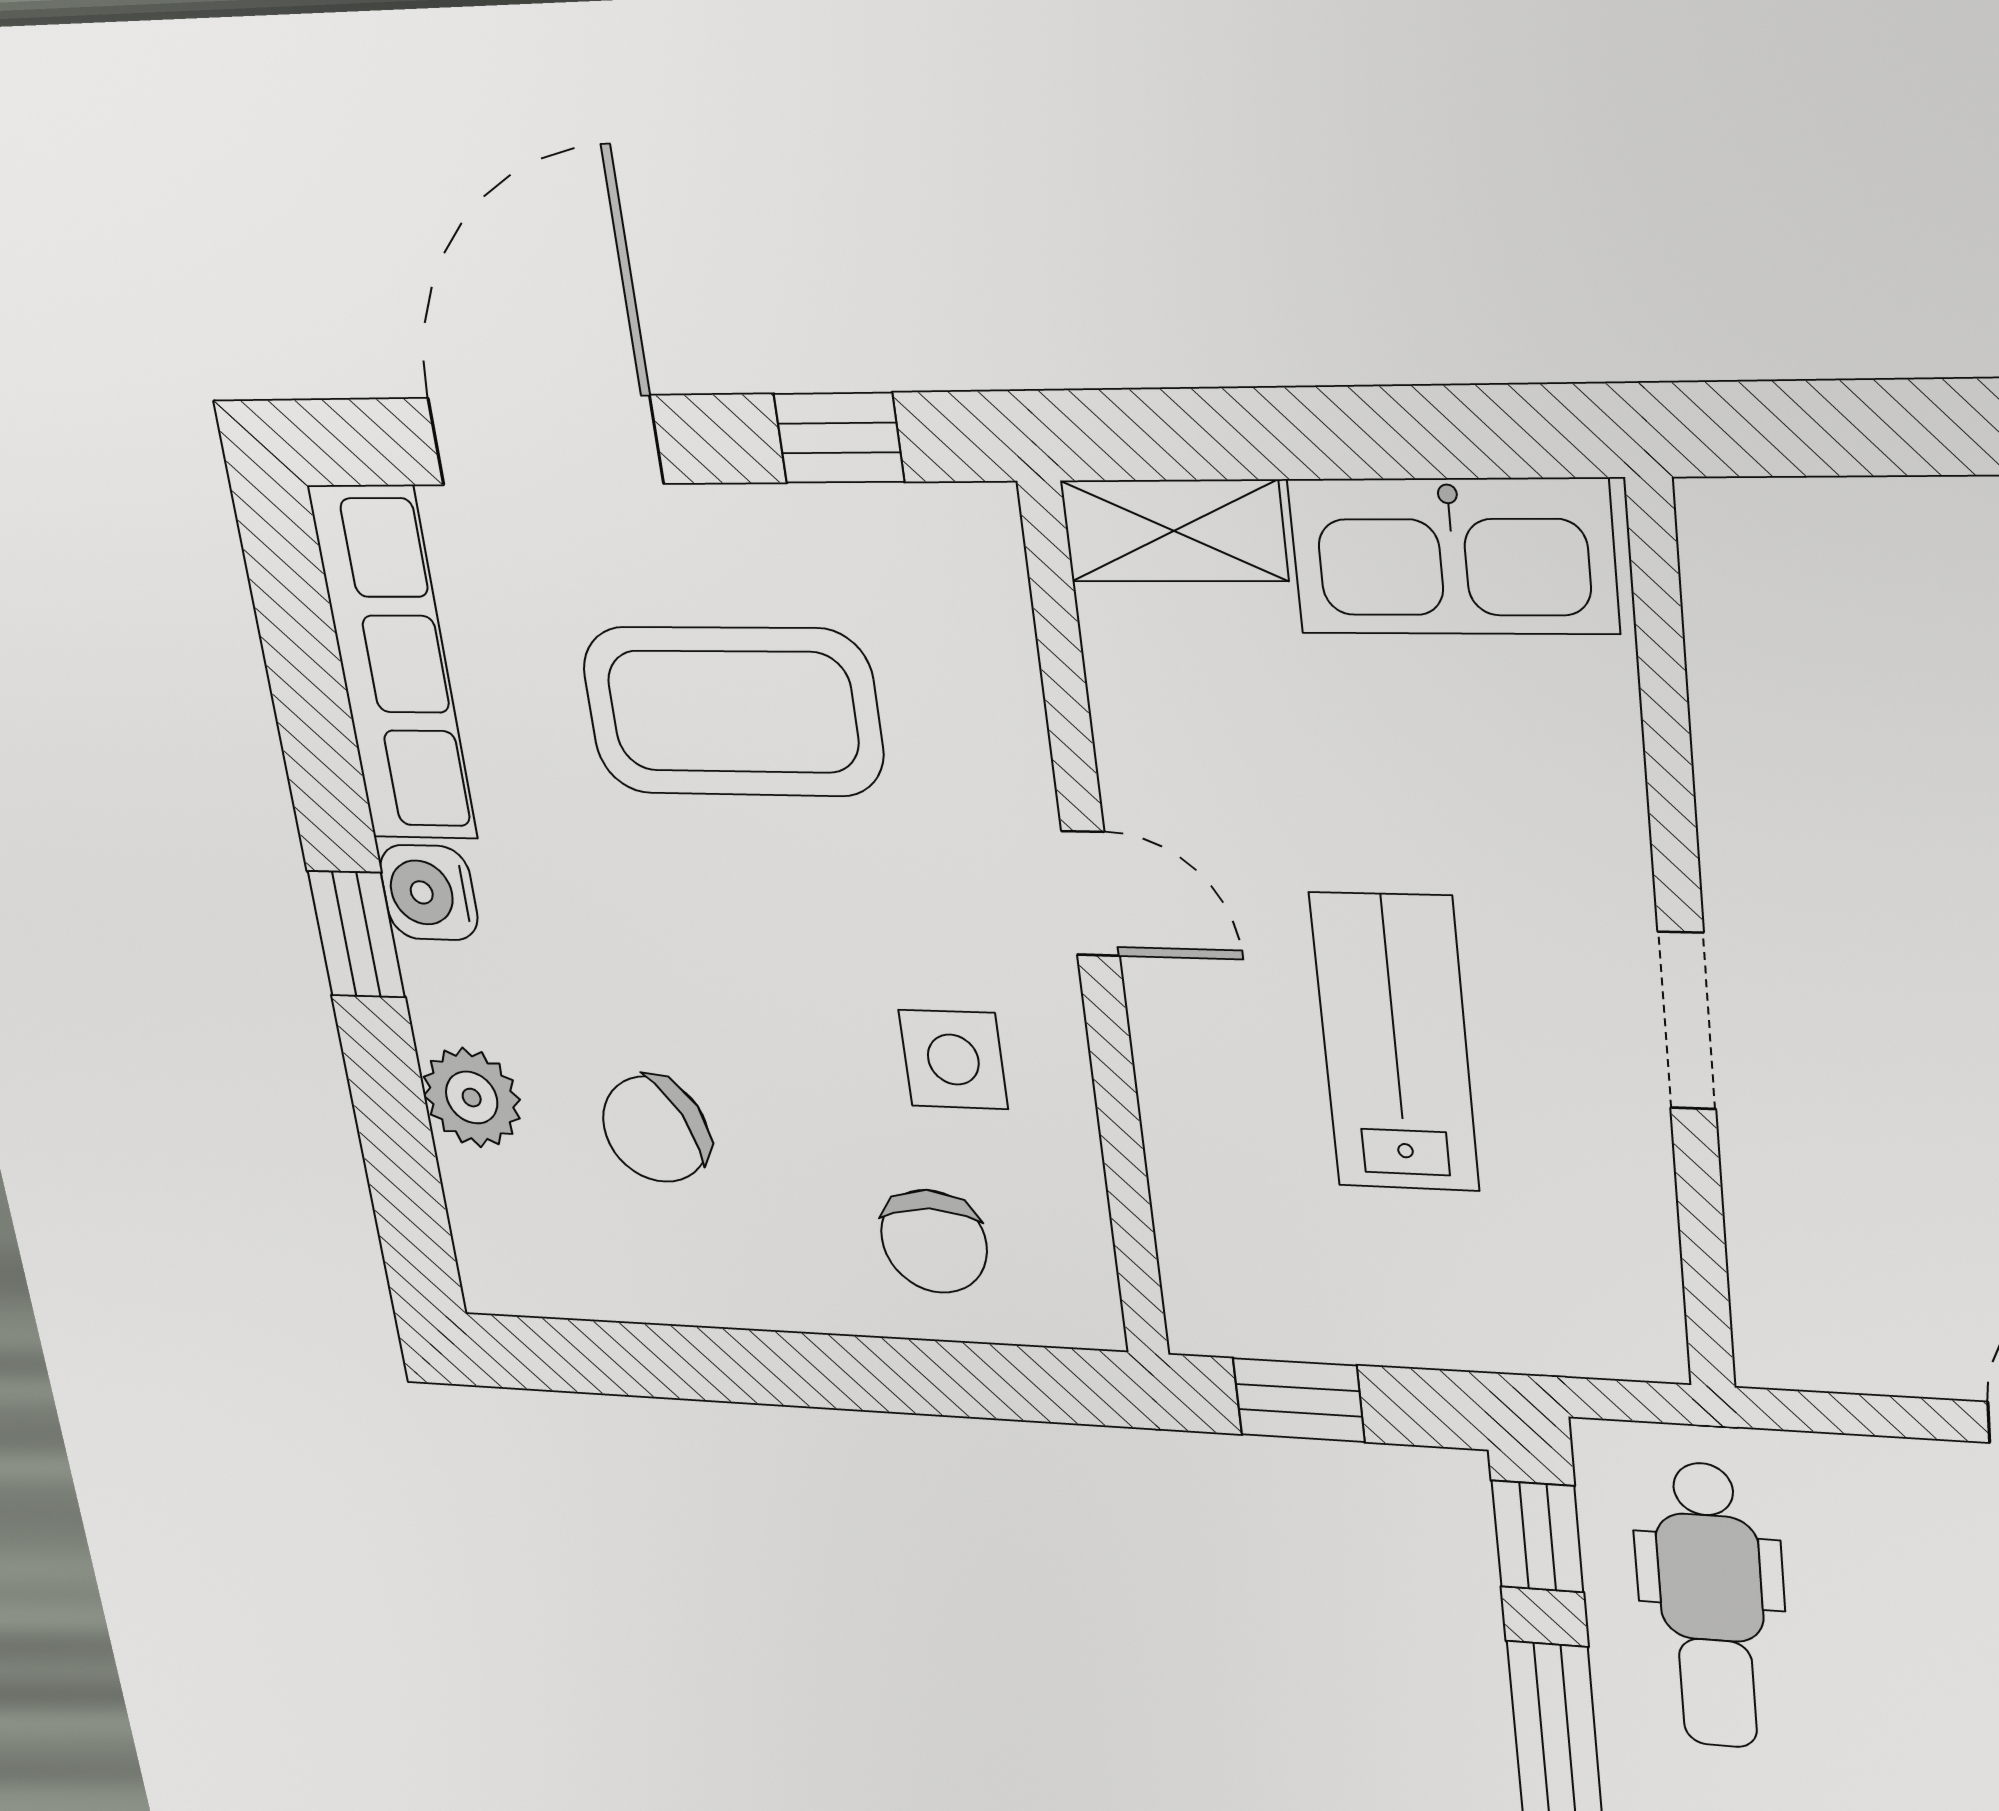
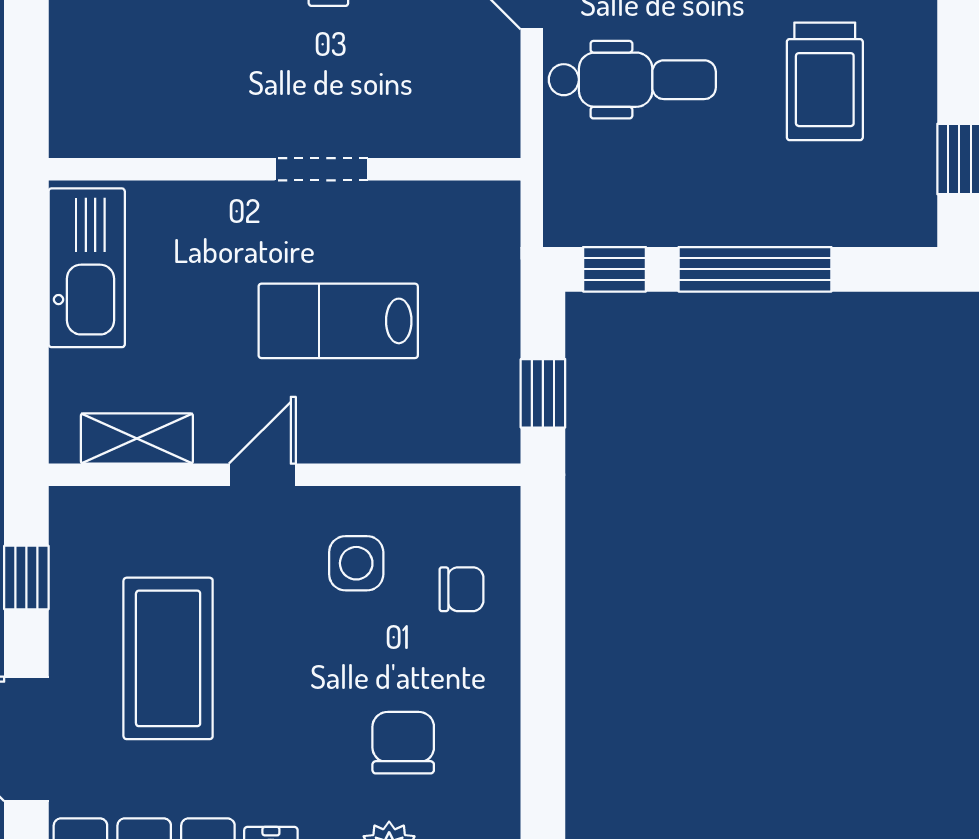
shelving: (1174, 531) -> (137, 438), moved, turned 90
chair: (656, 1129) -> (403, 743), turned -152
chair: (934, 1241) -> (461, 589), width x0.73, depth x0.73
dental chair: (1712, 1606) -> (632, 80), moved

